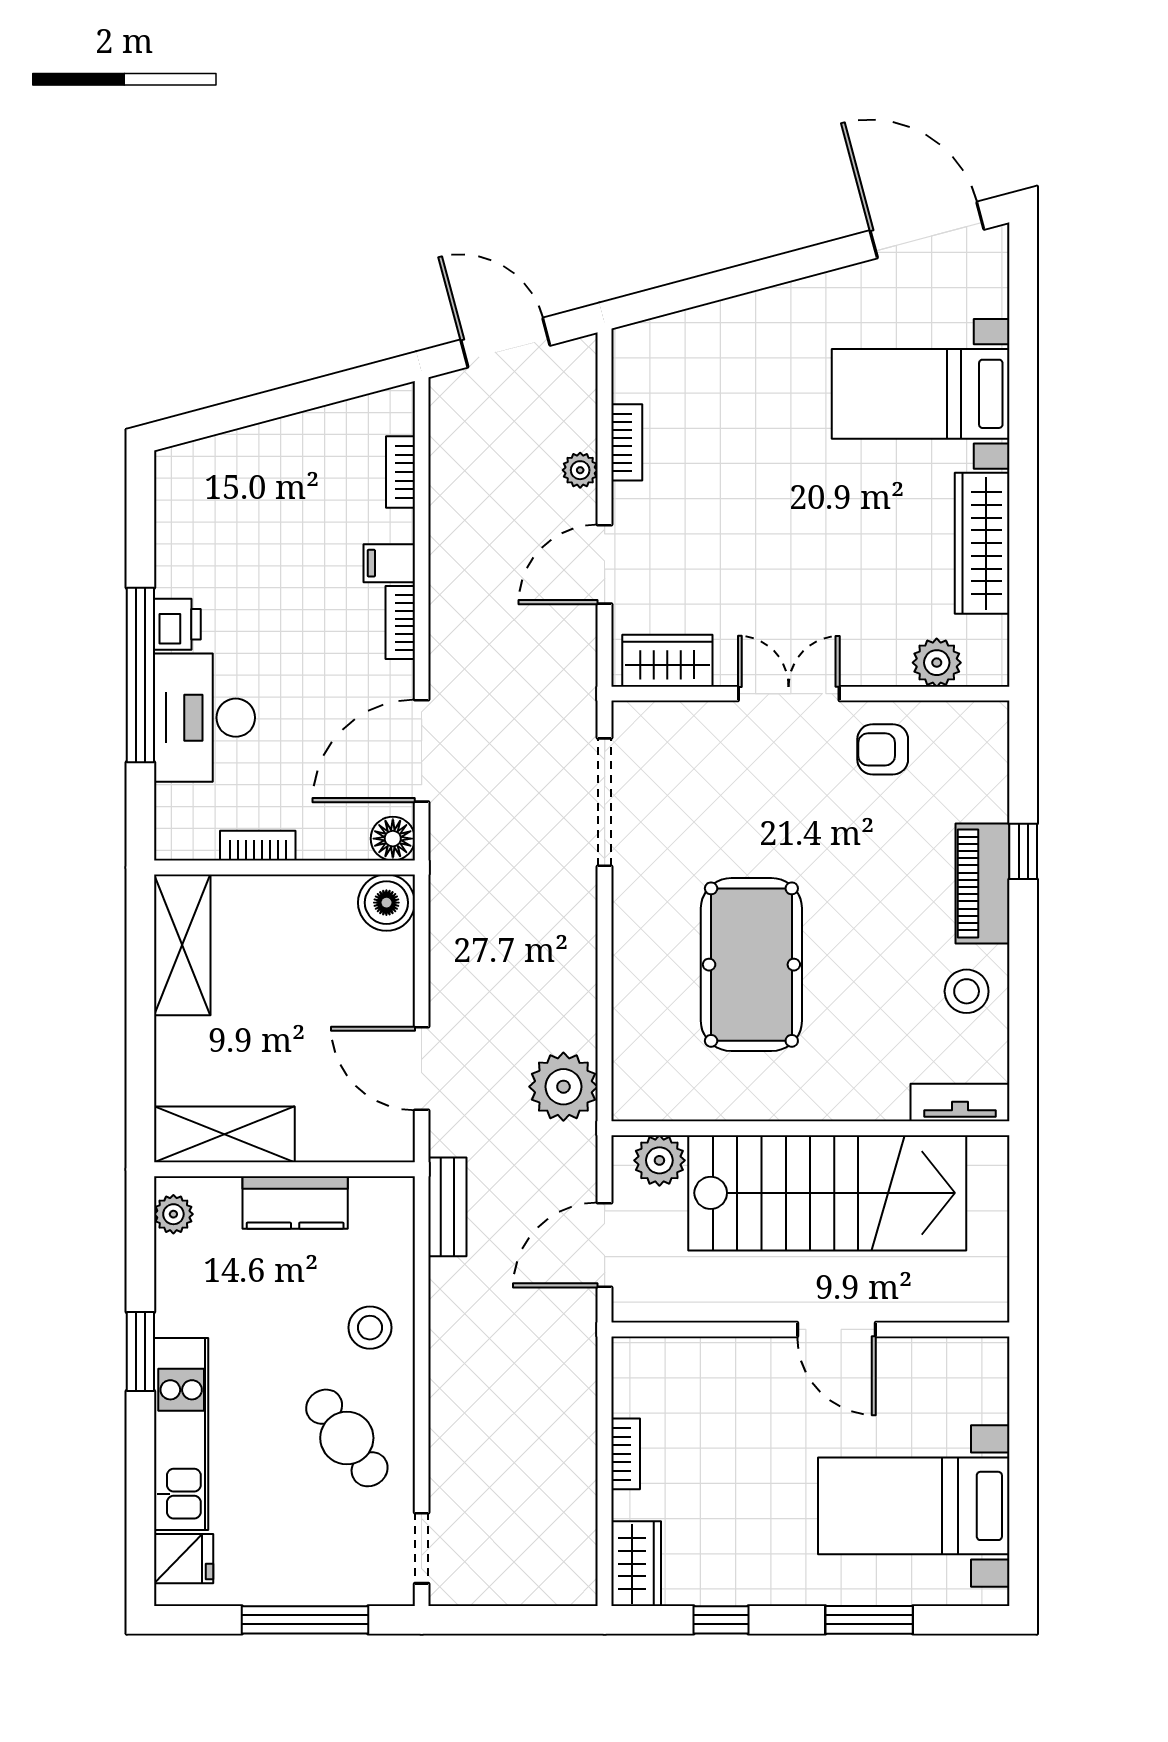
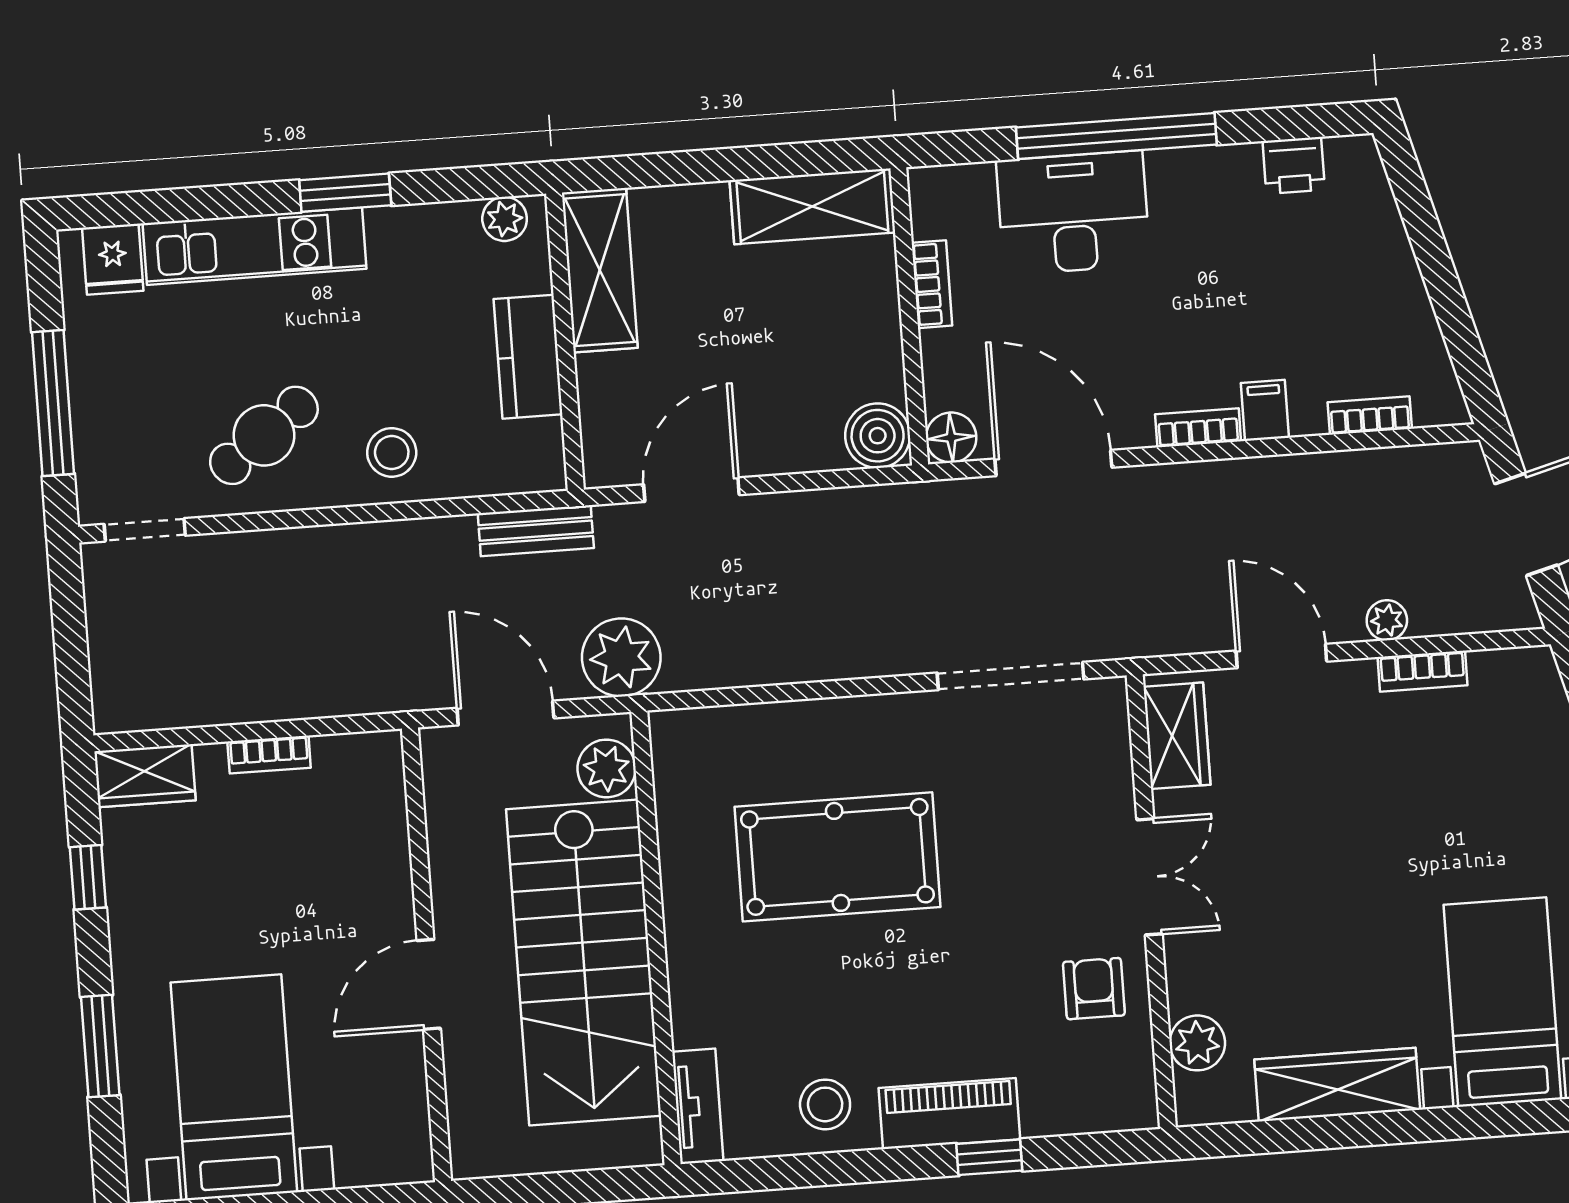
printer: (177, 624) -> (1294, 165), moved
plant: (563, 1087) -> (621, 657), moved

